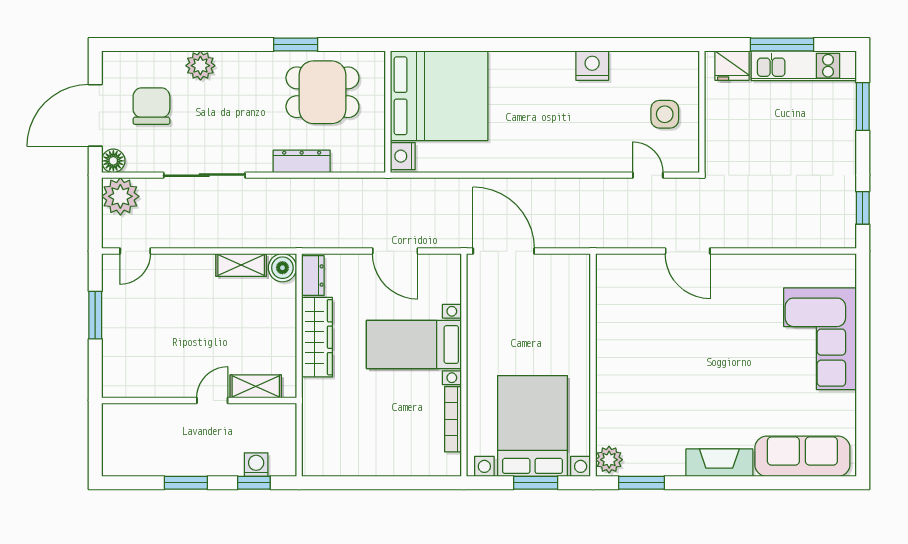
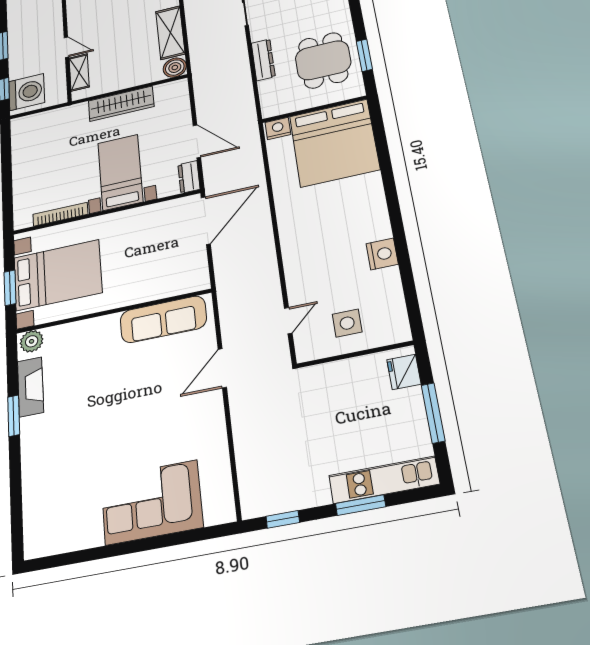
window: (296, 45) -> (364, 55), moved
kitchen unit: (804, 66) -> (384, 480), moved, turned 90
window: (863, 106) -> (361, 505), moved
door: (395, 251) -> (197, 141), swing flipped
shelving: (241, 265) -> (170, 33), width x1.50, depth x1.33
dresser: (313, 276) -> (189, 177), moved, turned 90
sofa: (802, 456) -> (163, 319), moved, turned 90
fireplace: (719, 463) -> (30, 387), moved
washing machine: (256, 465) -> (27, 92), width x1.89, depth x1.89
window: (642, 483) -> (14, 416), moved

